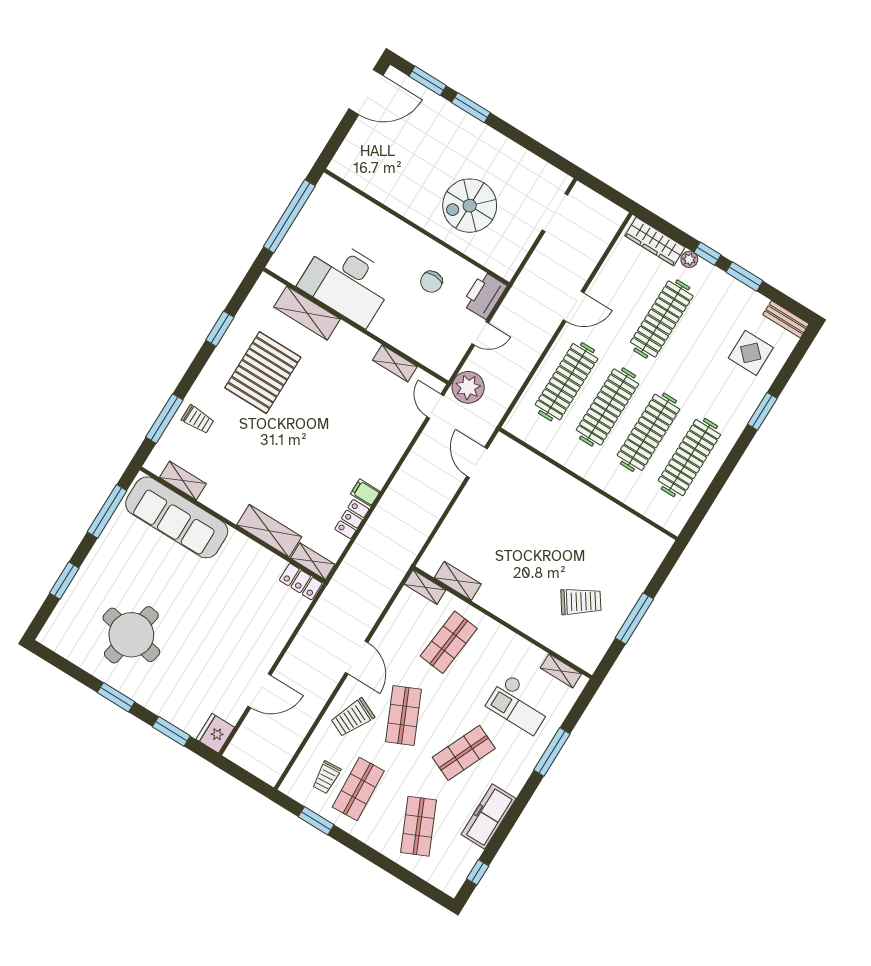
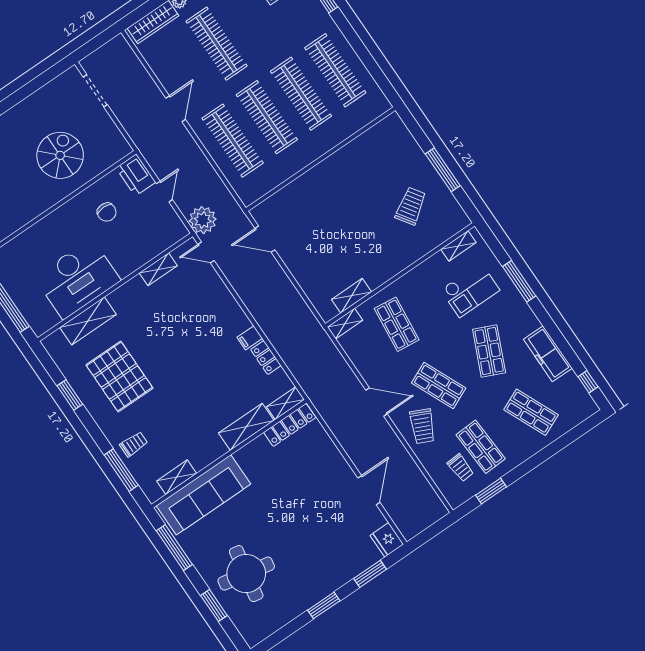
spiral stairs: (470, 206) -> (60, 155), turned 180
locker: (301, 582) -> (290, 425), width x1.53
round table: (131, 635) -> (246, 574), moved

